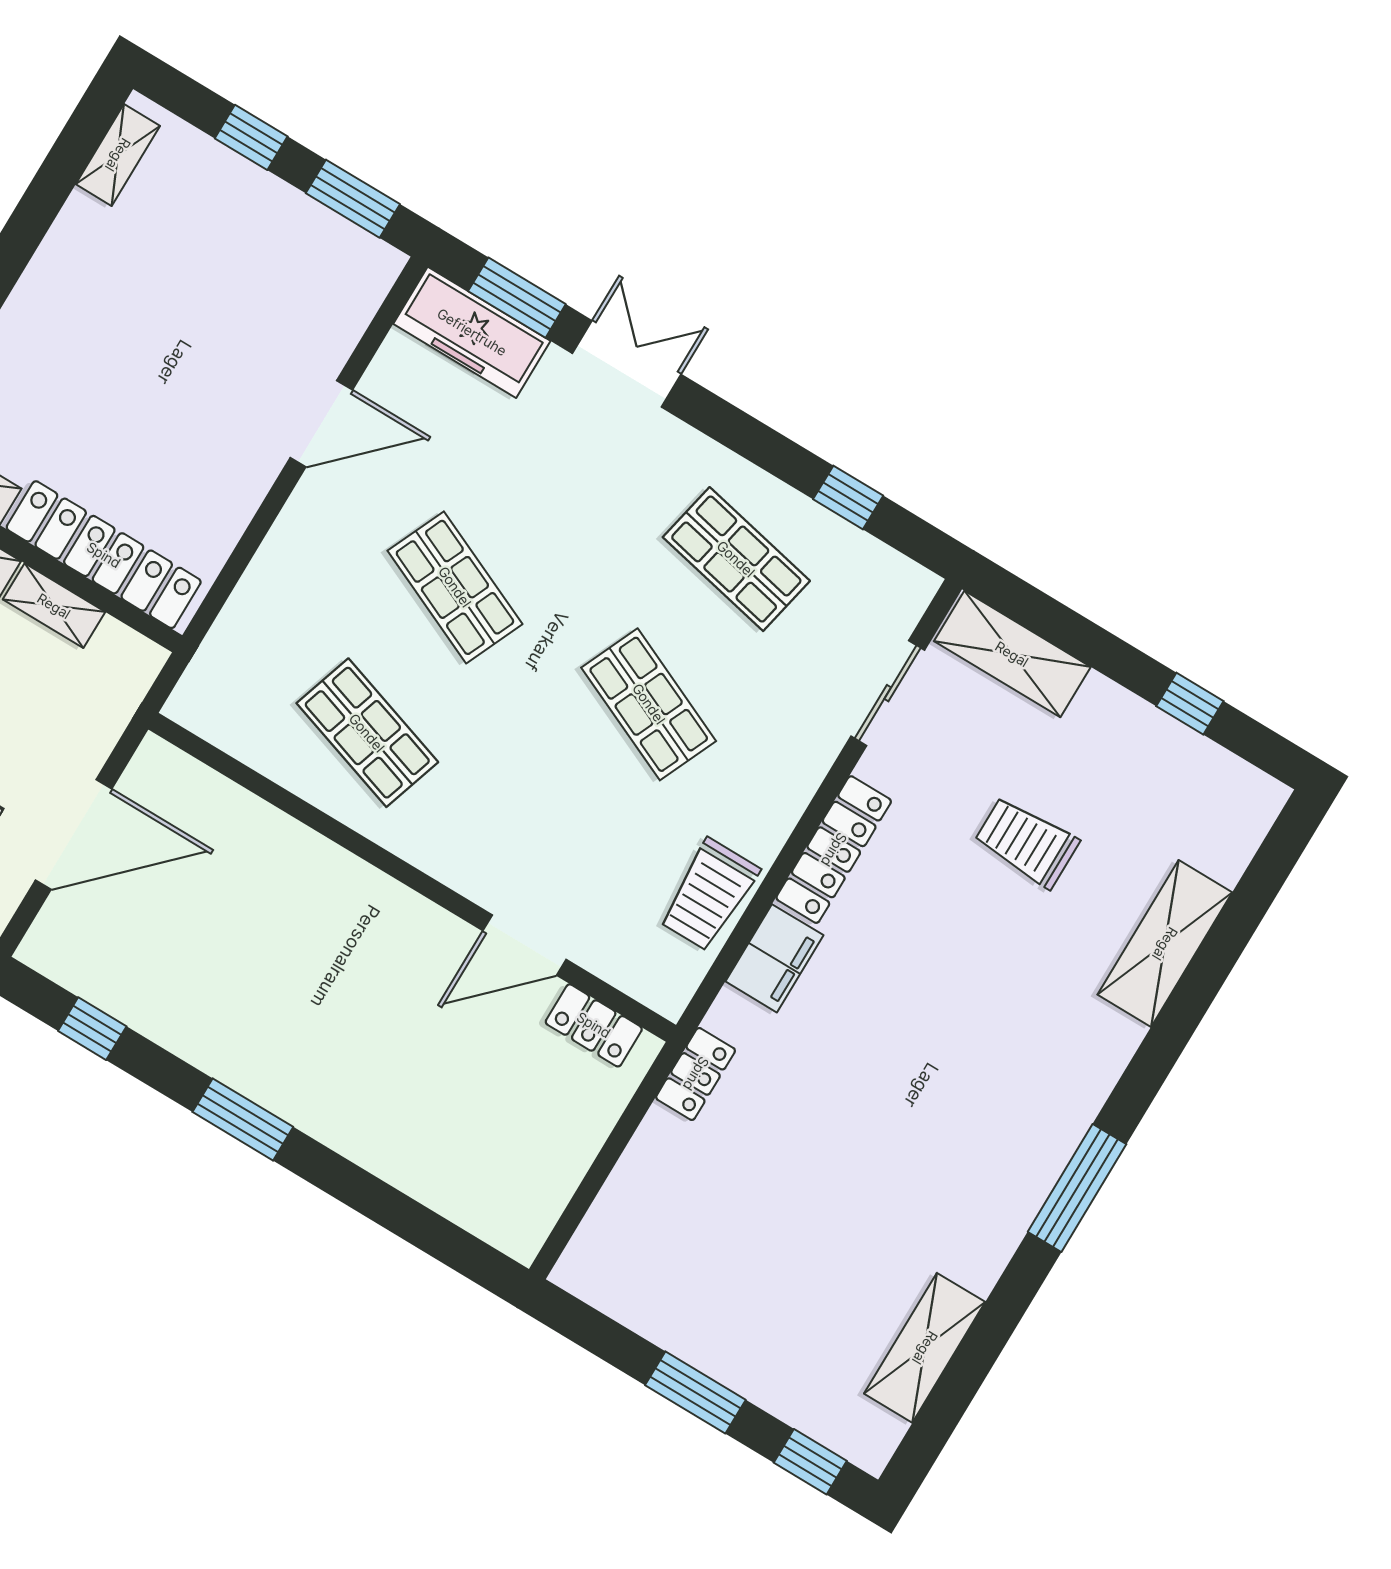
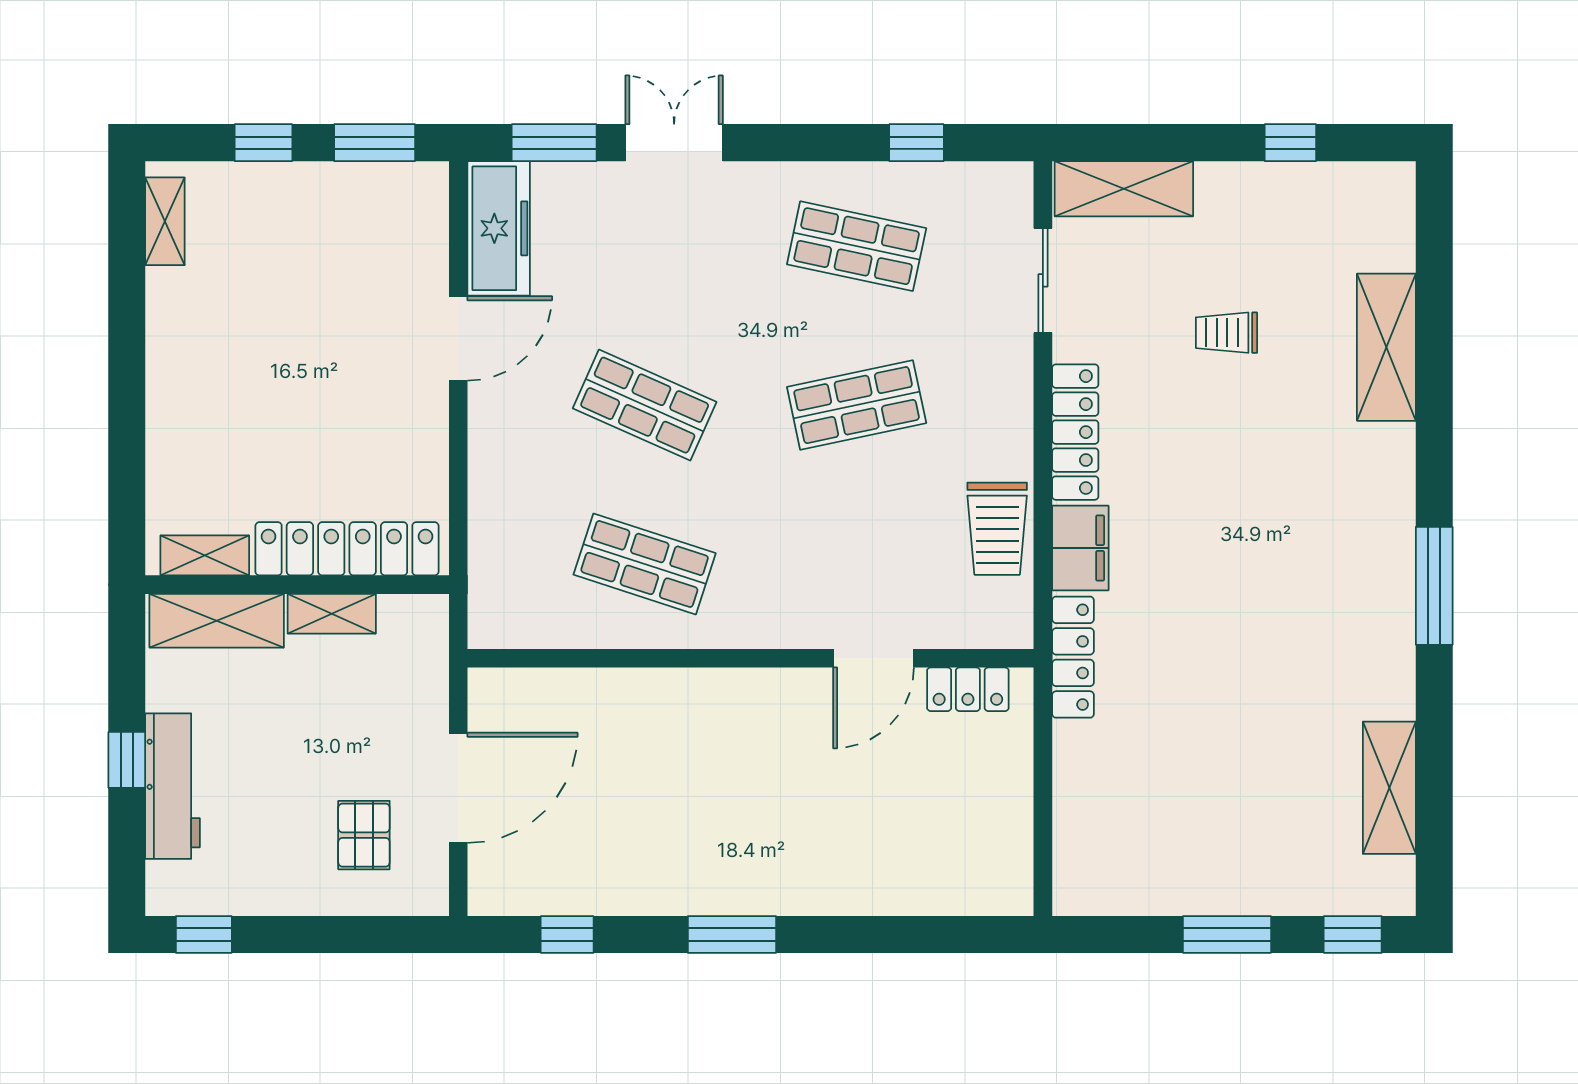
freezer: (472, 332) -> (499, 228), moved, turned -90
shop shelf: (649, 704) -> (857, 405), turned -36
trolley: (1027, 842) -> (1226, 333), width x0.73, depth x0.72
locker: (696, 1074) -> (1073, 657), width x1.53

